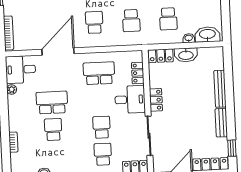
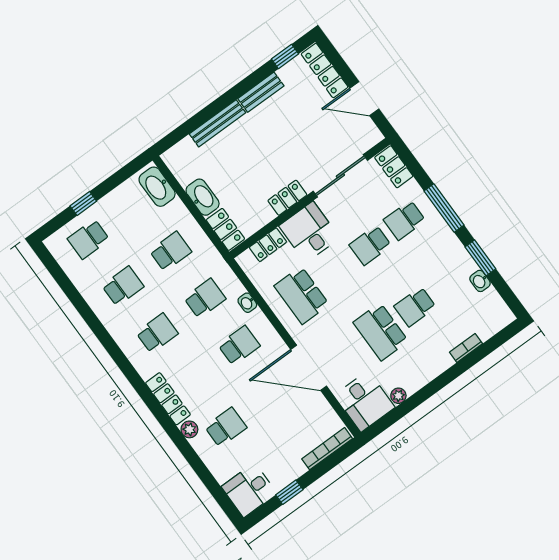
school desk: (94, 22) -> (239, 345), turned 180
washbasin: (189, 38) -> (247, 303), moved

